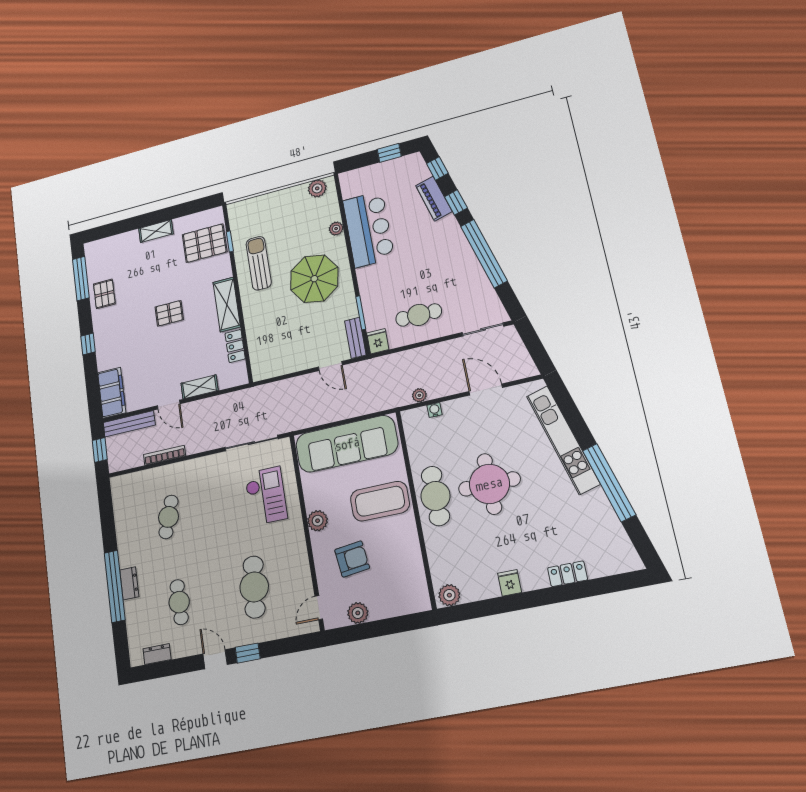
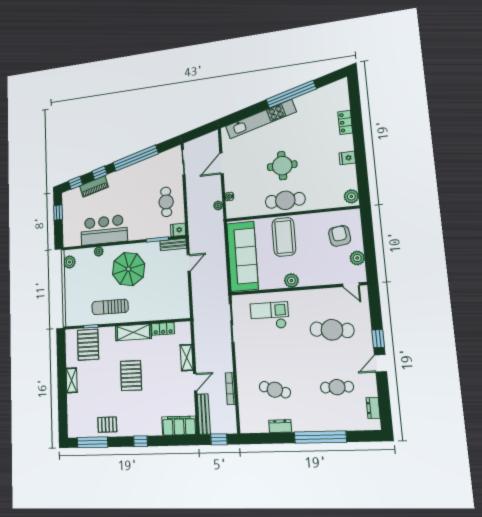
pallet: (169, 313) -> (131, 376), width x1.50, depth x1.42
round table: (489, 484) -> (282, 166), width x0.73, depth x0.73
armchair: (352, 559) -> (340, 236), moved
dresser: (129, 583) -> (280, 426), moved

